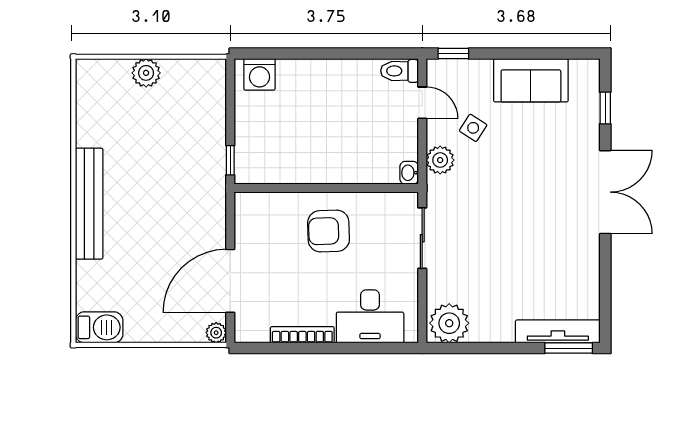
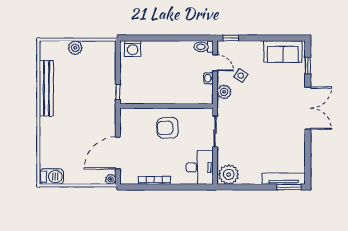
sofa: (531, 80) -> (283, 51), moved
washbasin: (409, 173) -> (208, 78), moved
bench: (89, 204) -> (46, 88), moved
desk: (370, 316) -> (200, 167), moved, turned -90

